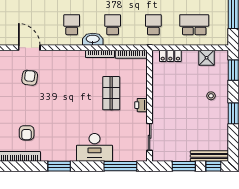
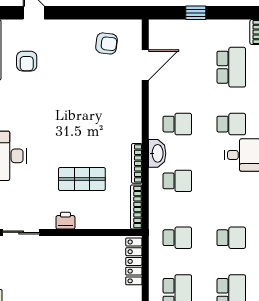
locker: (170, 56) -> (134, 261), width x1.53
armchair: (30, 78) -> (107, 43), moved
armchair: (27, 133) -> (27, 61), turned -90

